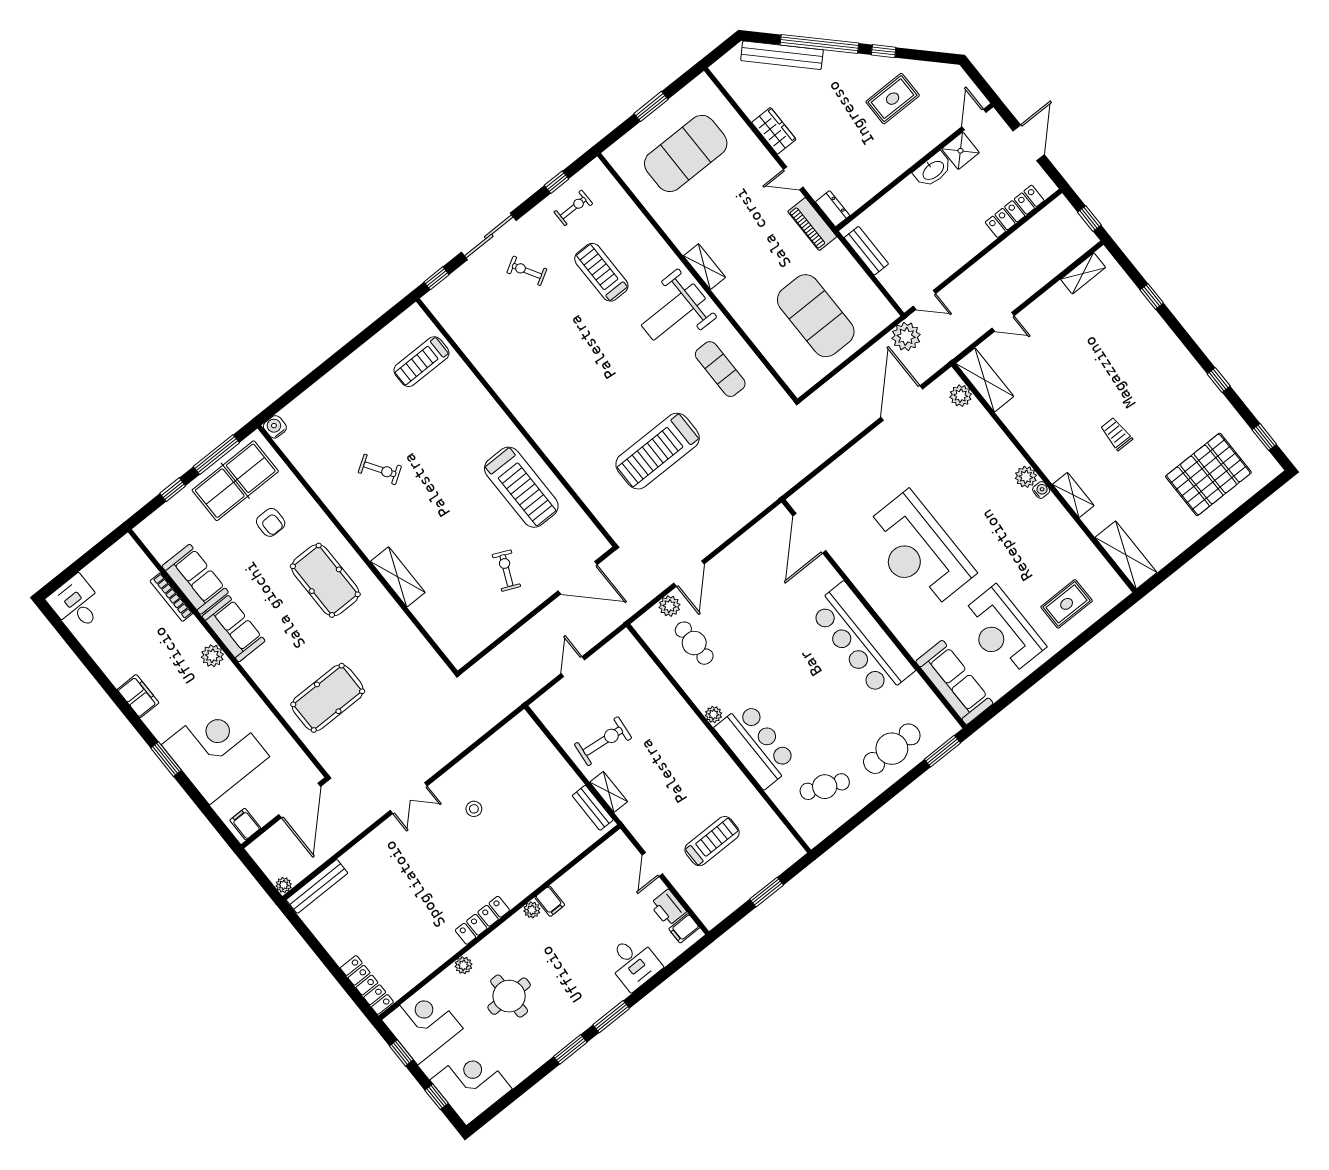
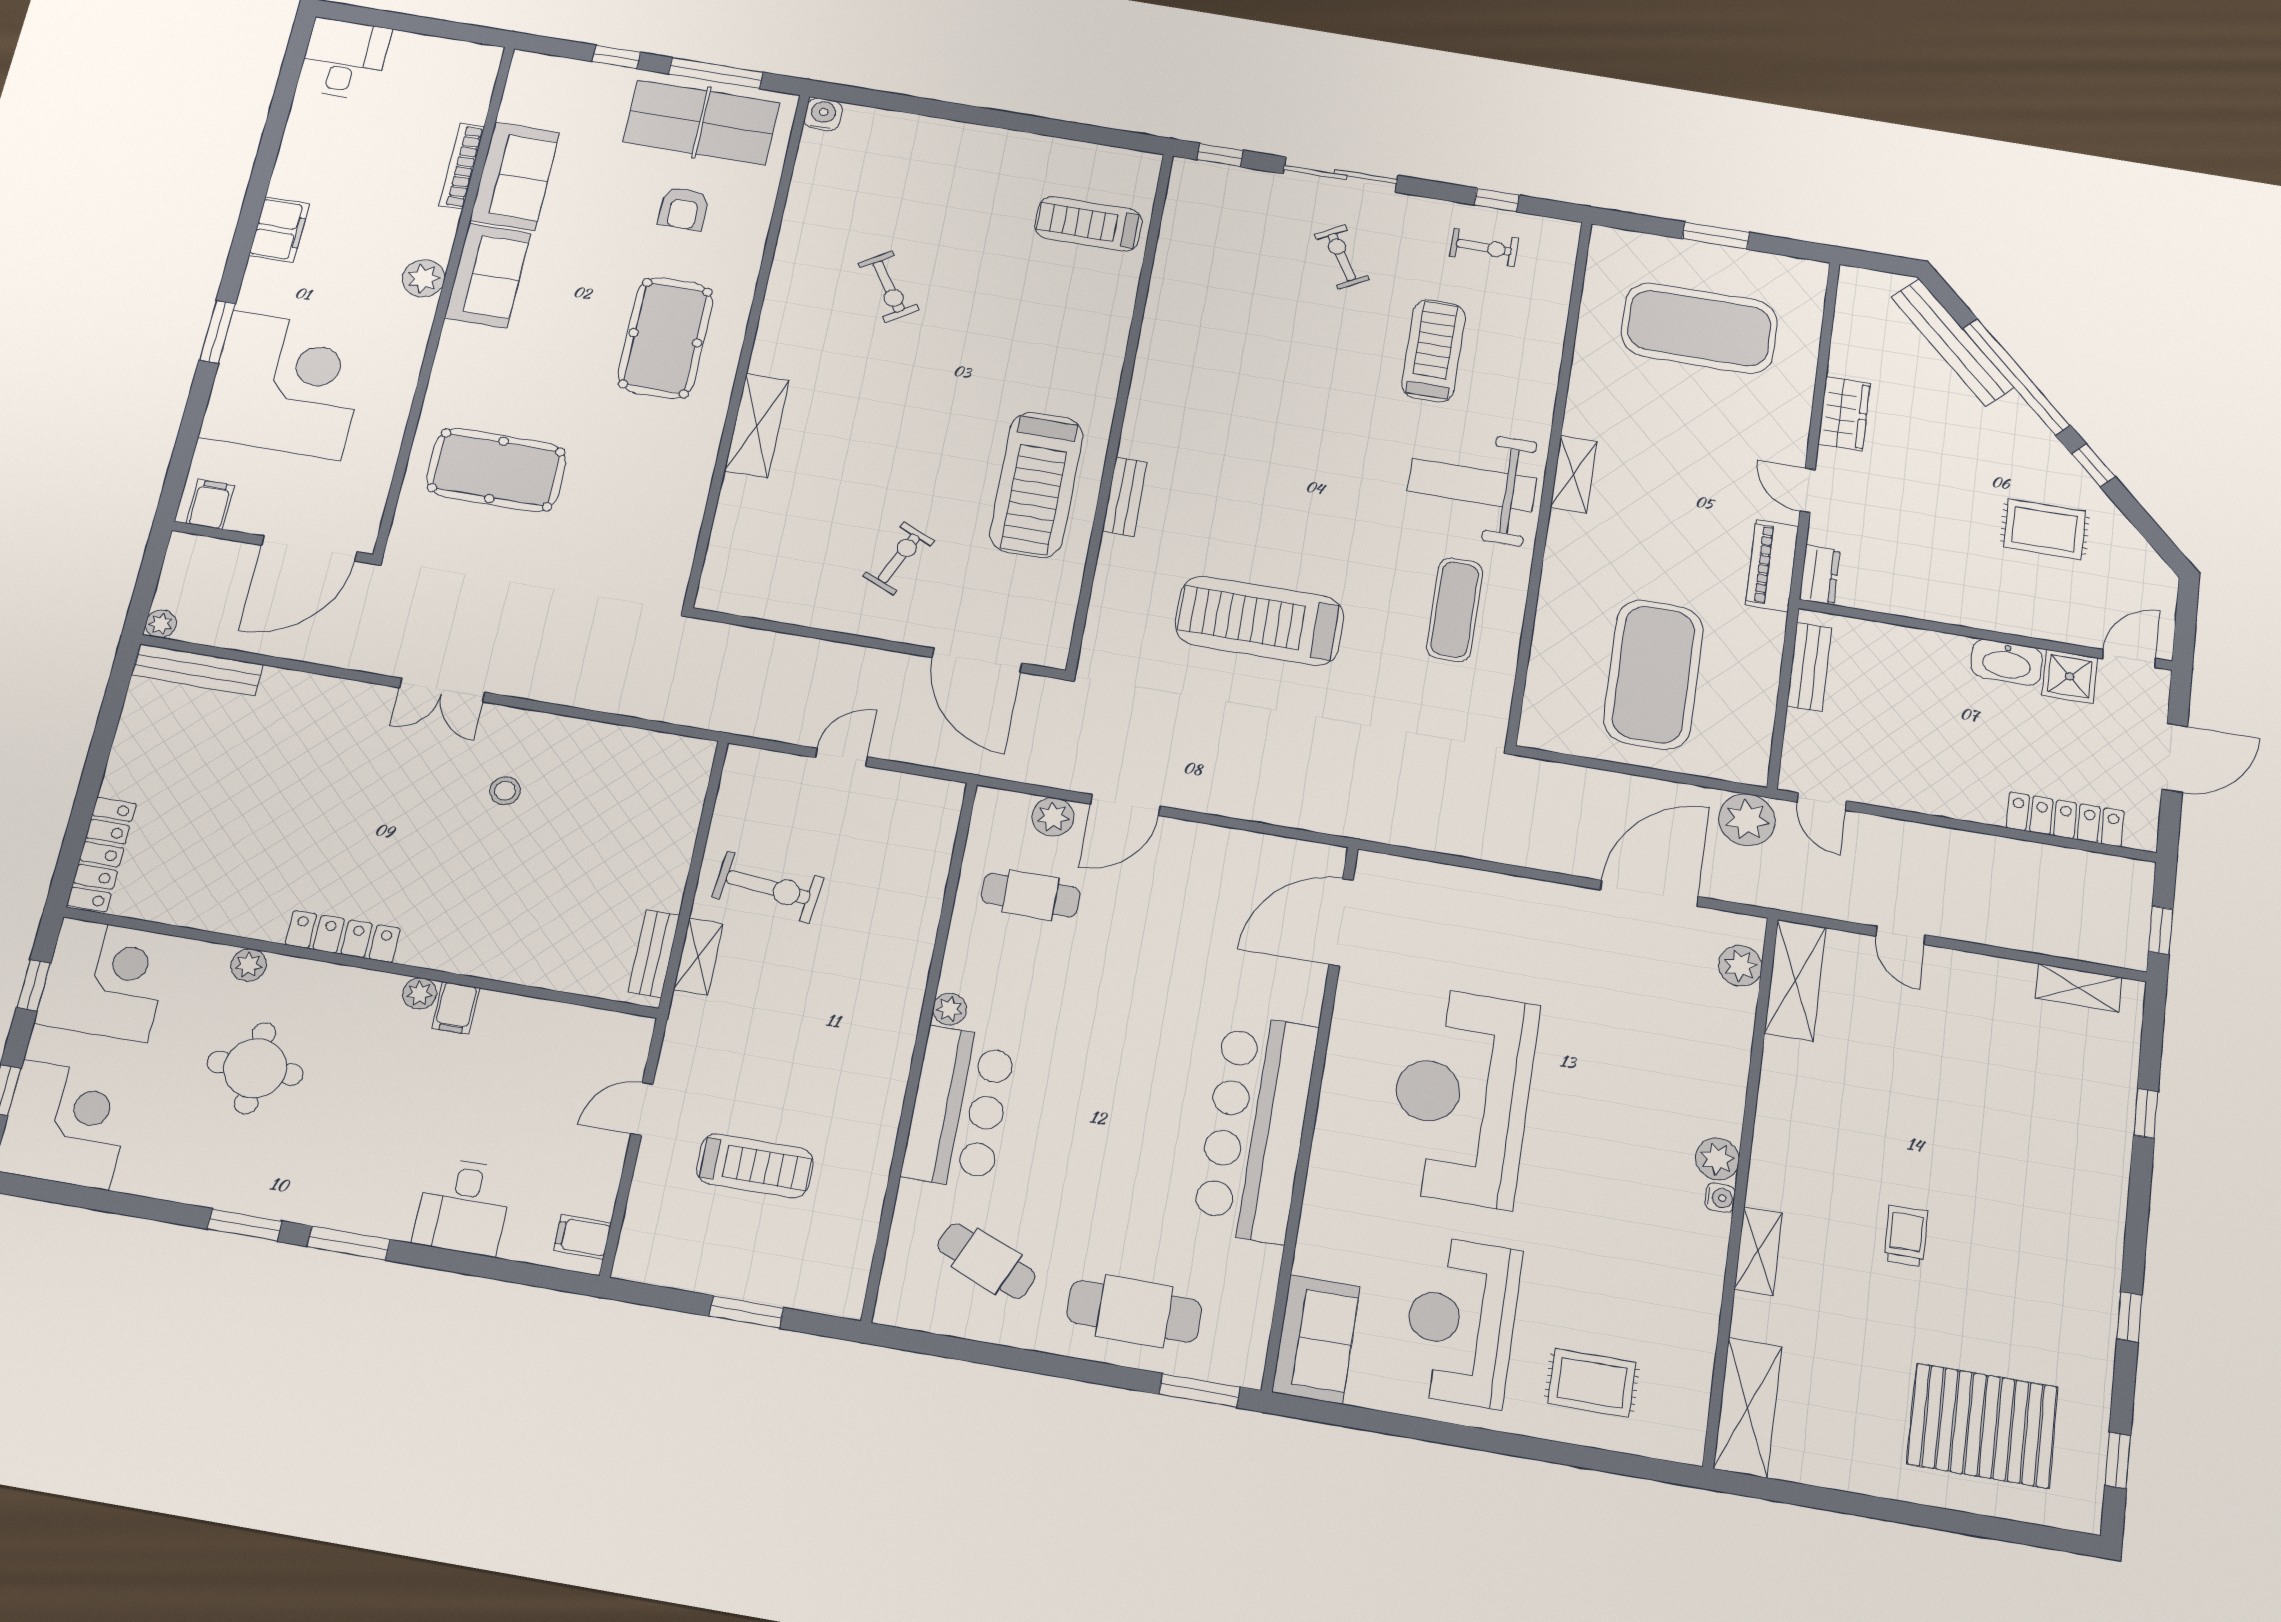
bench: (557, 456) -> (1125, 497), added
cafe table: (694, 643) -> (1031, 895), turned 90
sofa: (954, 682) -> (1316, 1339), width x0.73
printer: (668, 908) -> (594, 1187), removed

